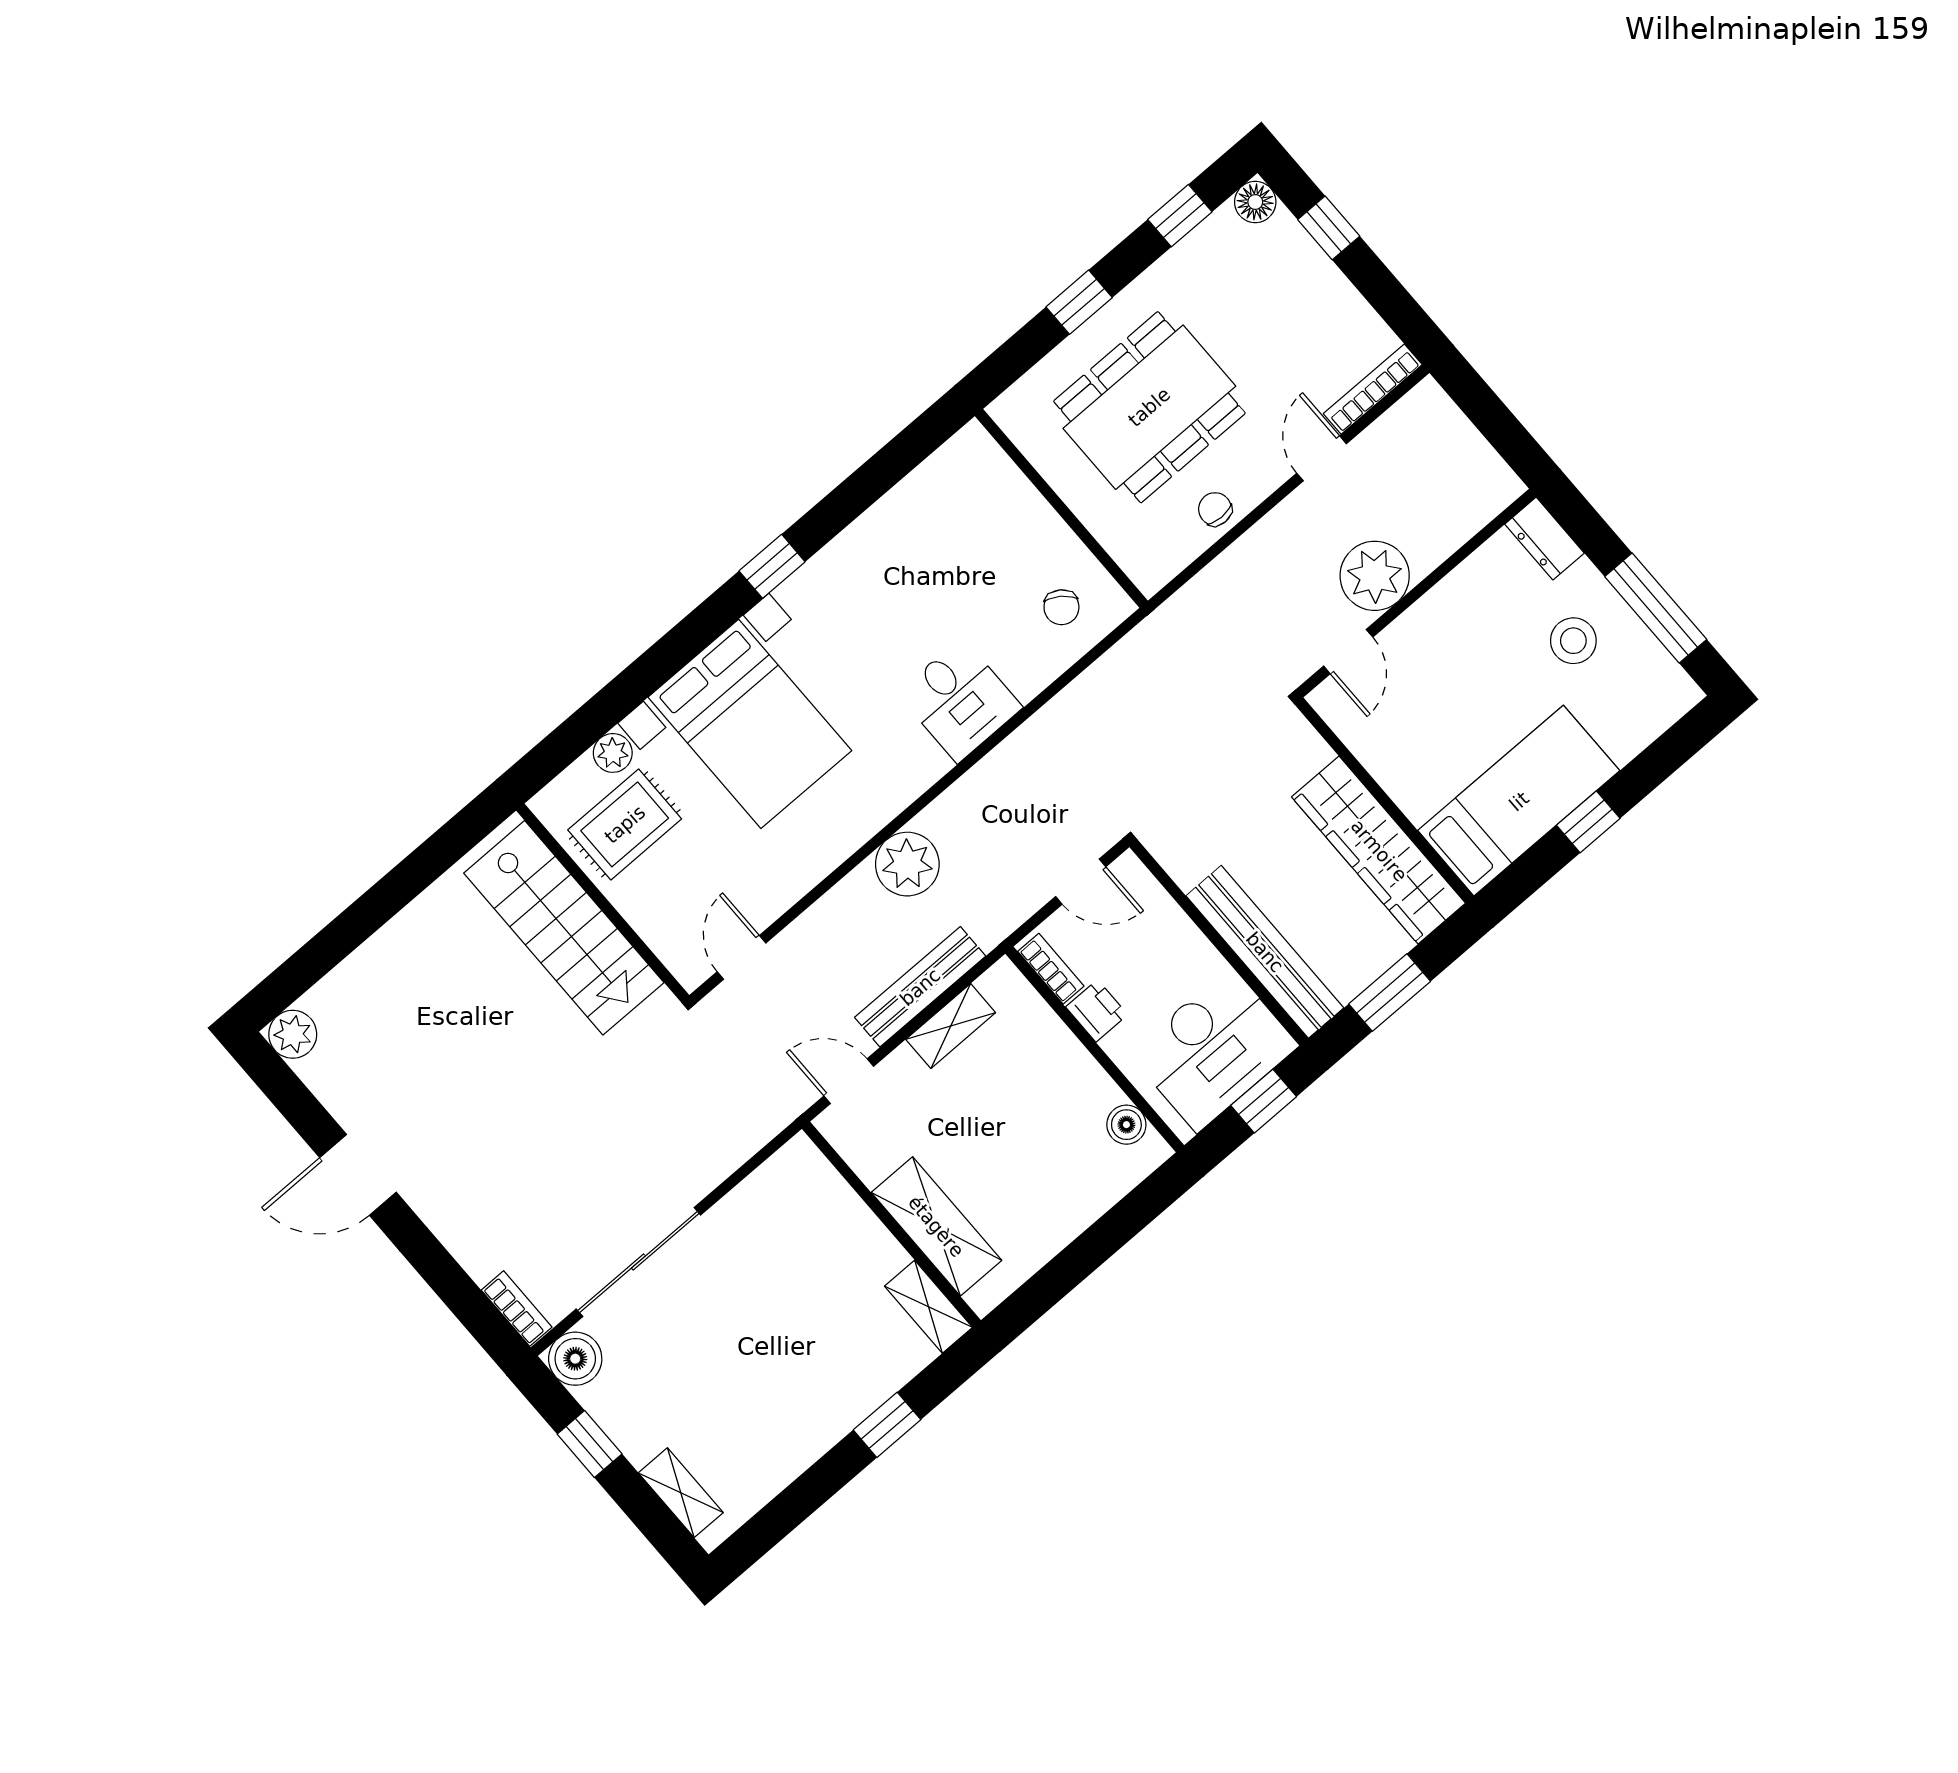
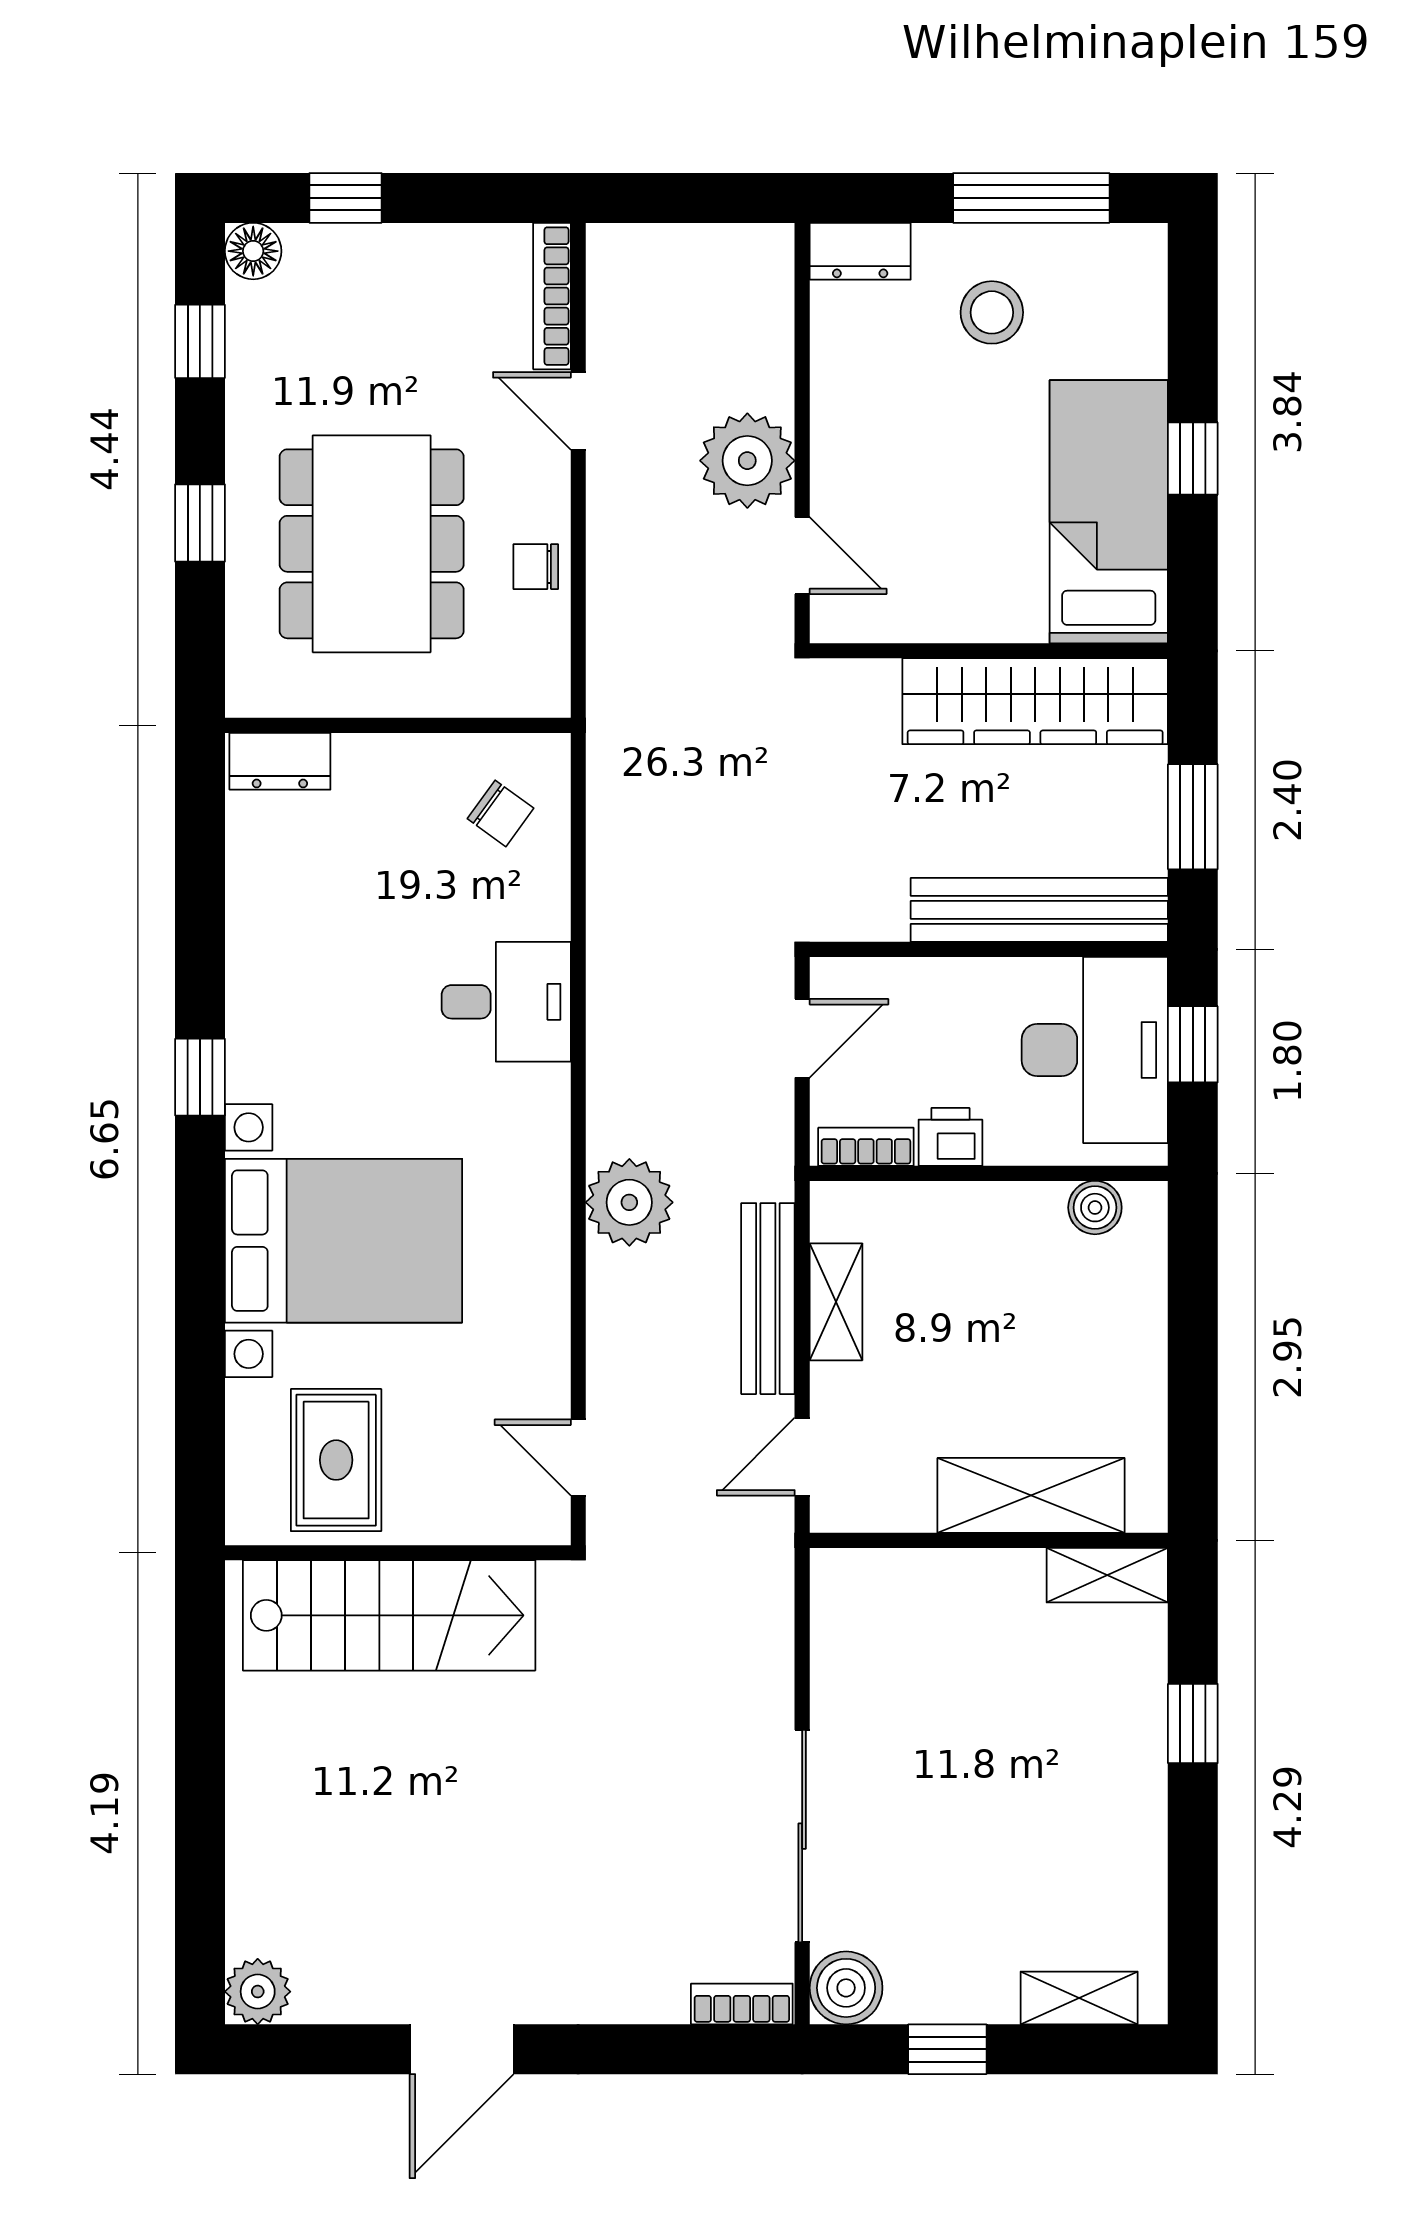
dresser: (985, 460) -> (280, 761), added
plant: (613, 753) -> (251, 1409), removed

